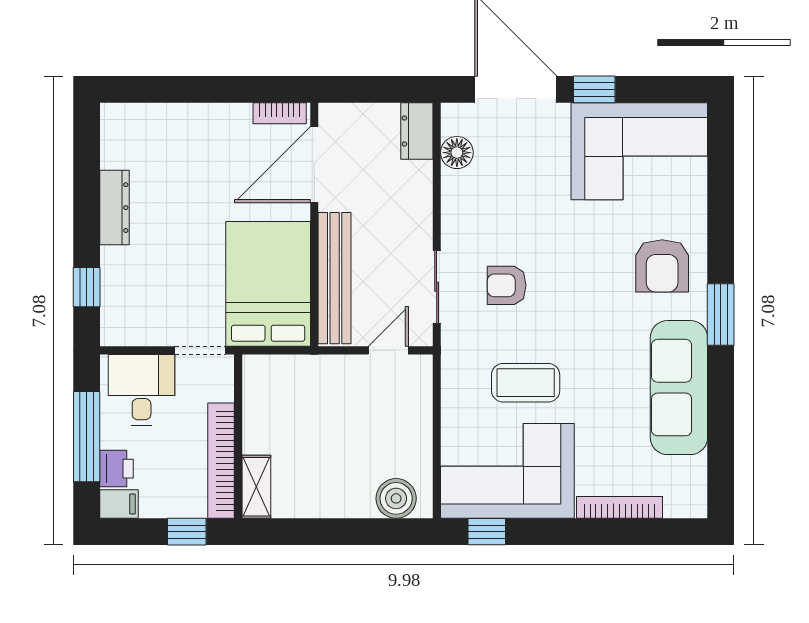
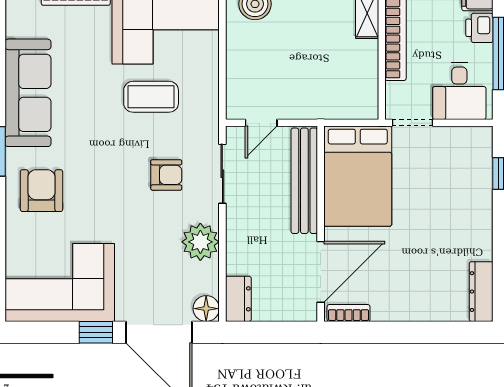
floor lamp: (457, 153) -> (206, 309), moved
plant: (464, 202) -> (200, 242), added
dresser: (114, 208) -> (481, 292), moved

